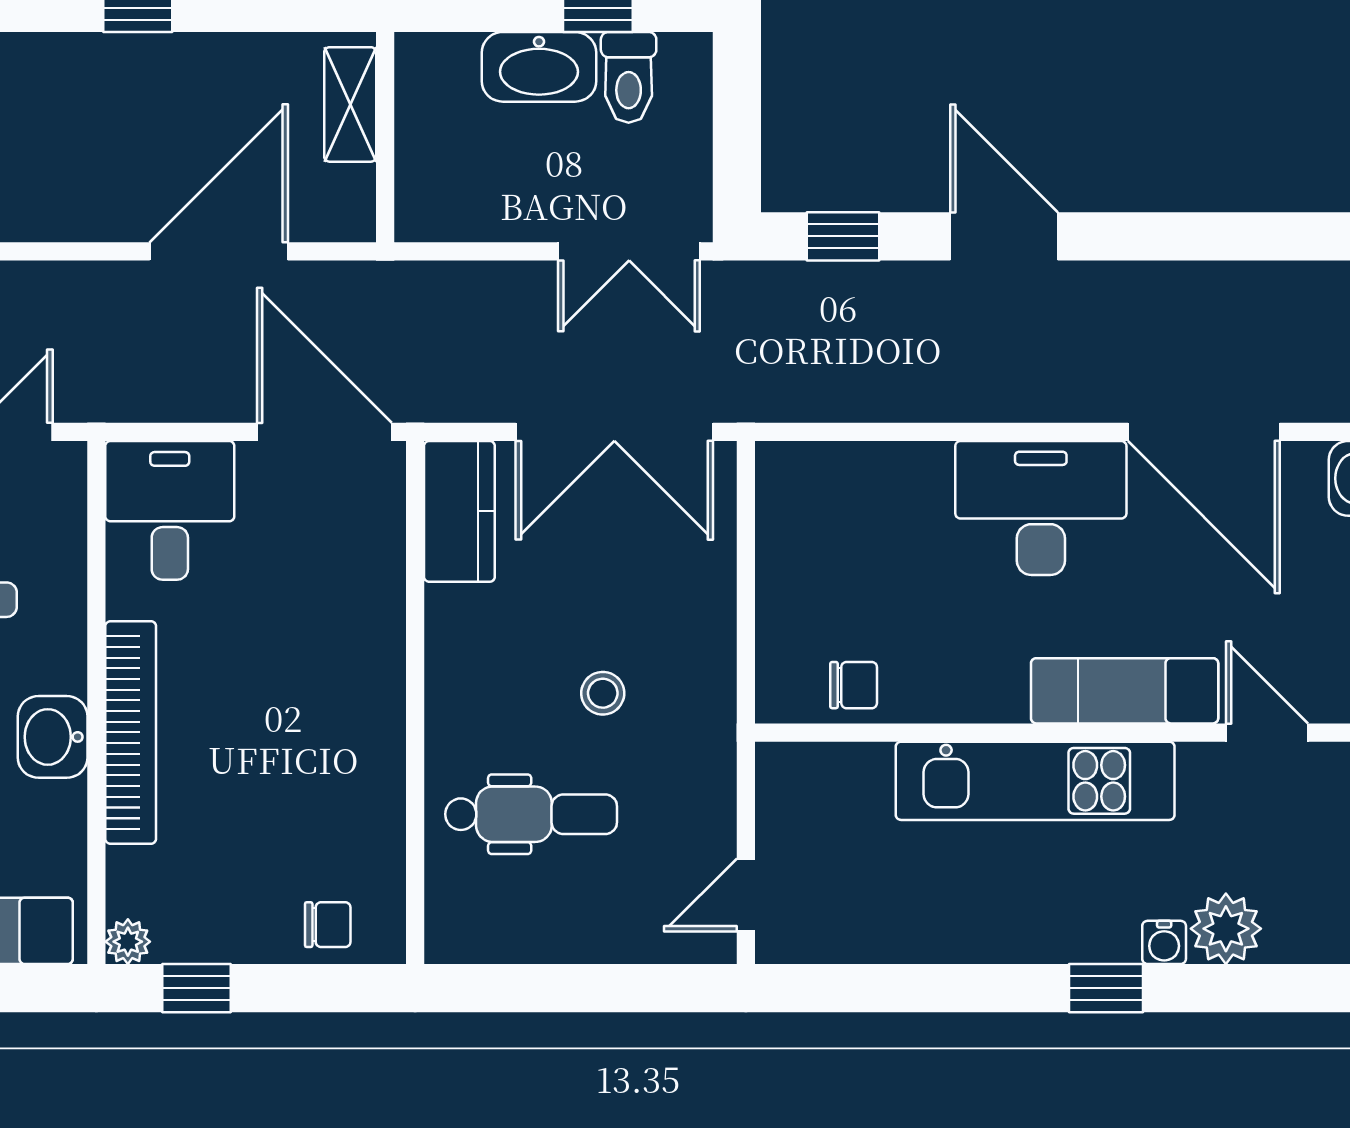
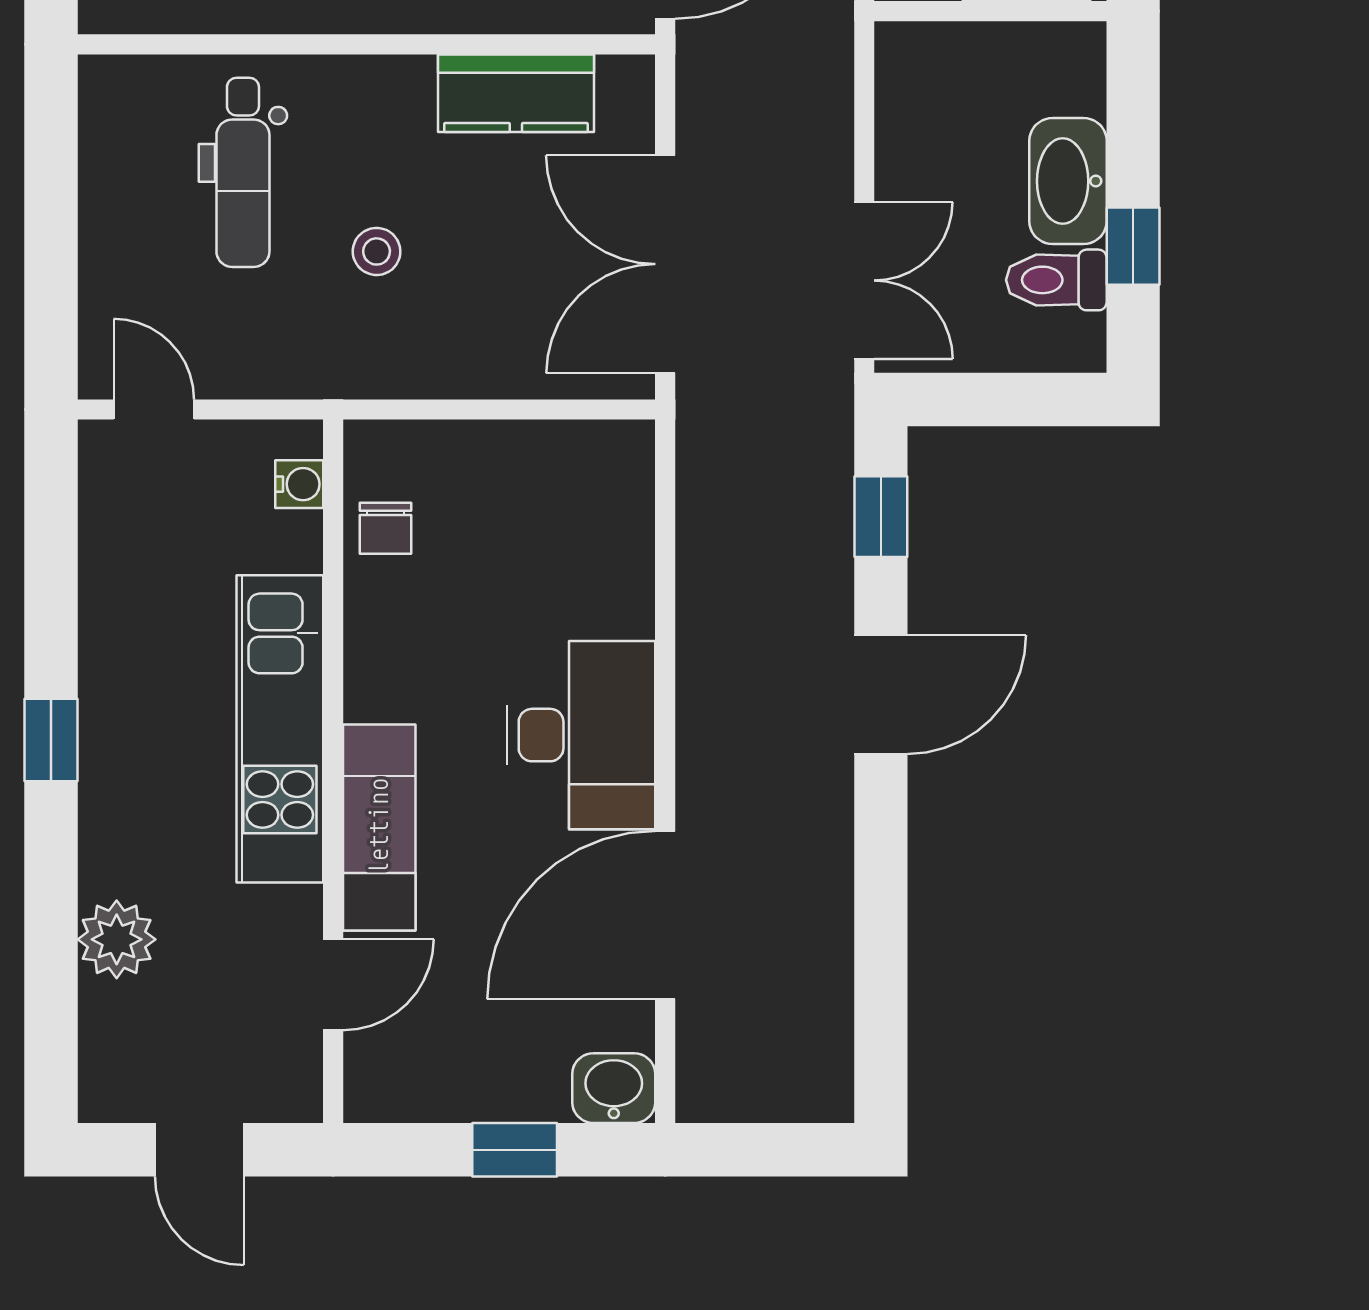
double door: (629, 251) -> (864, 280), swing flipped
kitchen counter: (459, 511) -> (516, 93), moved
water cooler: (1164, 942) -> (299, 484), moved, turned 180
window: (1106, 988) -> (51, 740), moved

